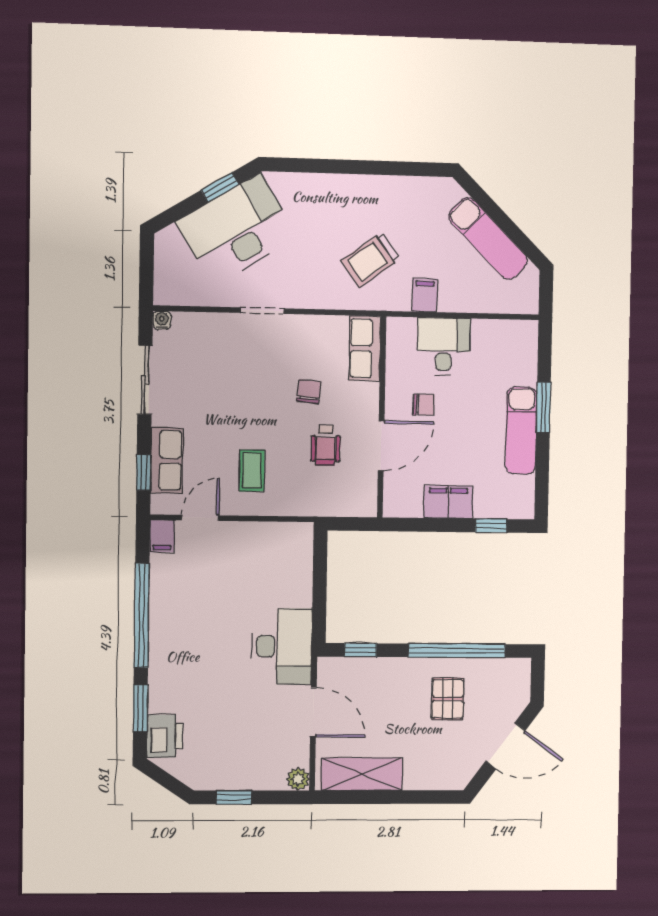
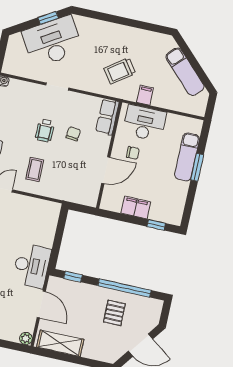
desk: (444, 346) -> (144, 123), width x1.37
exam couch: (521, 431) -> (187, 157), moved
wheelchair: (326, 445) -> (45, 130), moved

